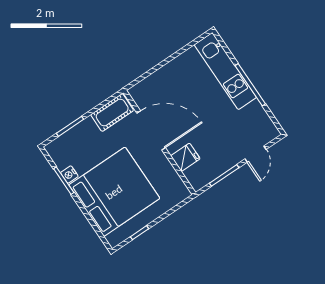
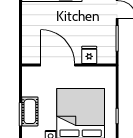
cot: (112, 113) -> (30, 111), moved
door: (151, 130) -> (58, 65), hinge flipped

